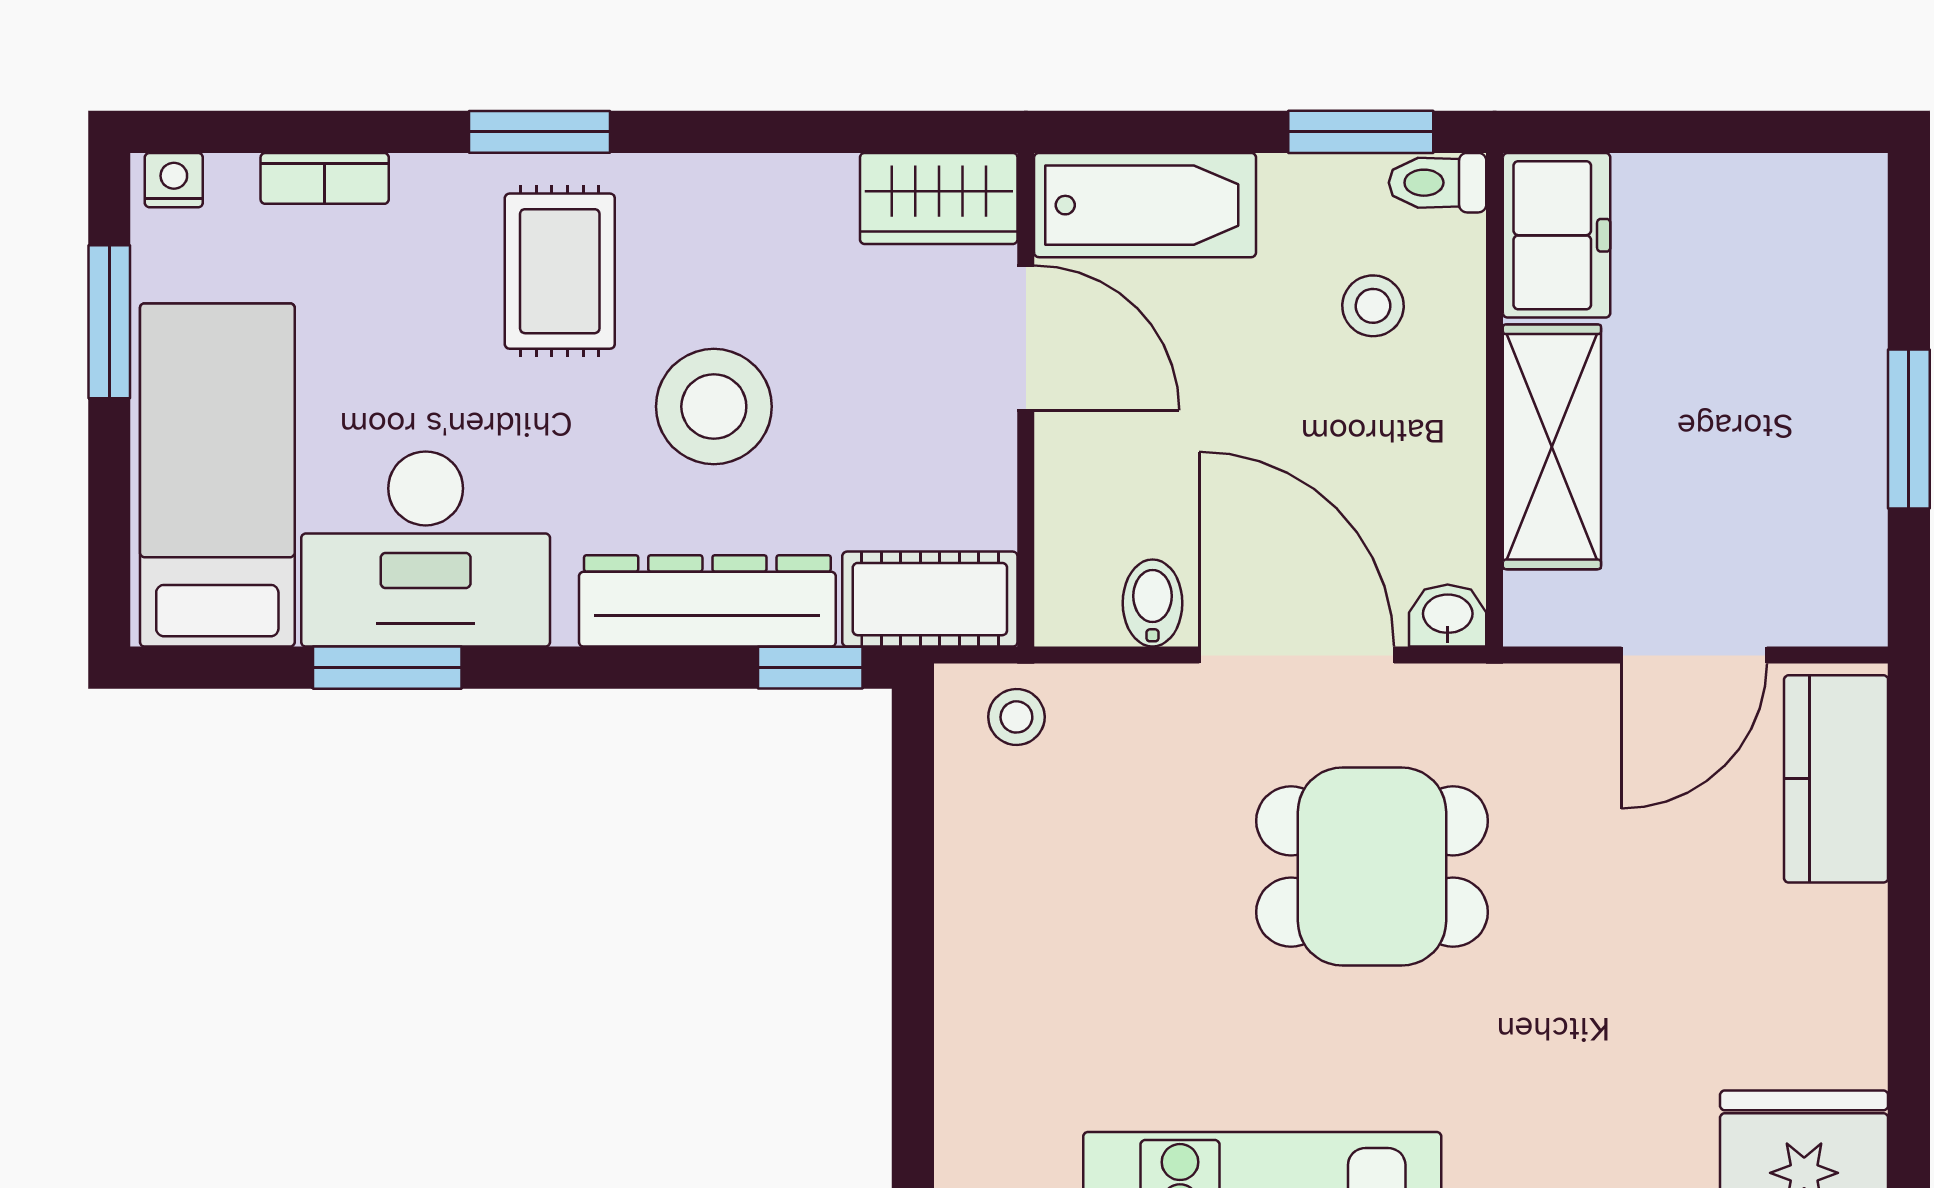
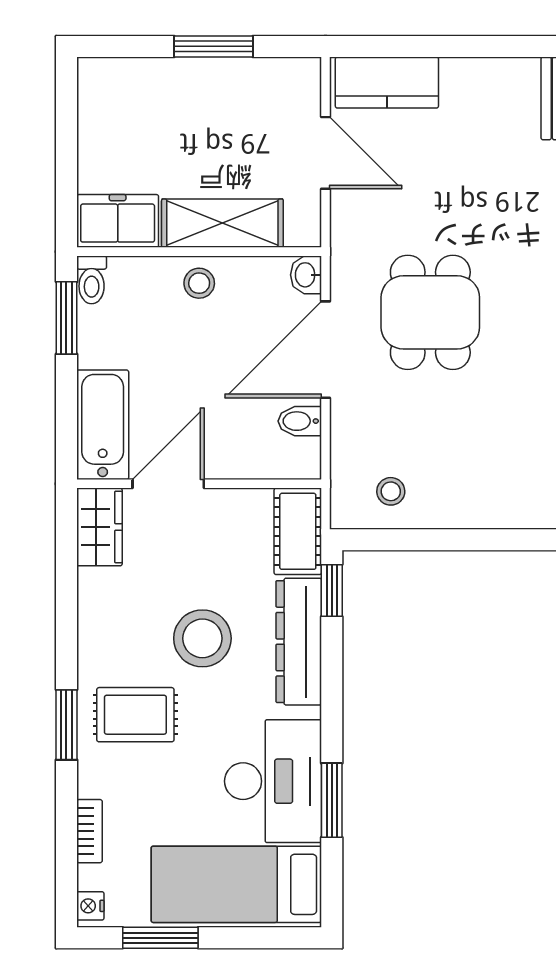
stool: (1373, 306) -> (199, 283), moved
stool: (1016, 717) -> (391, 491), moved

